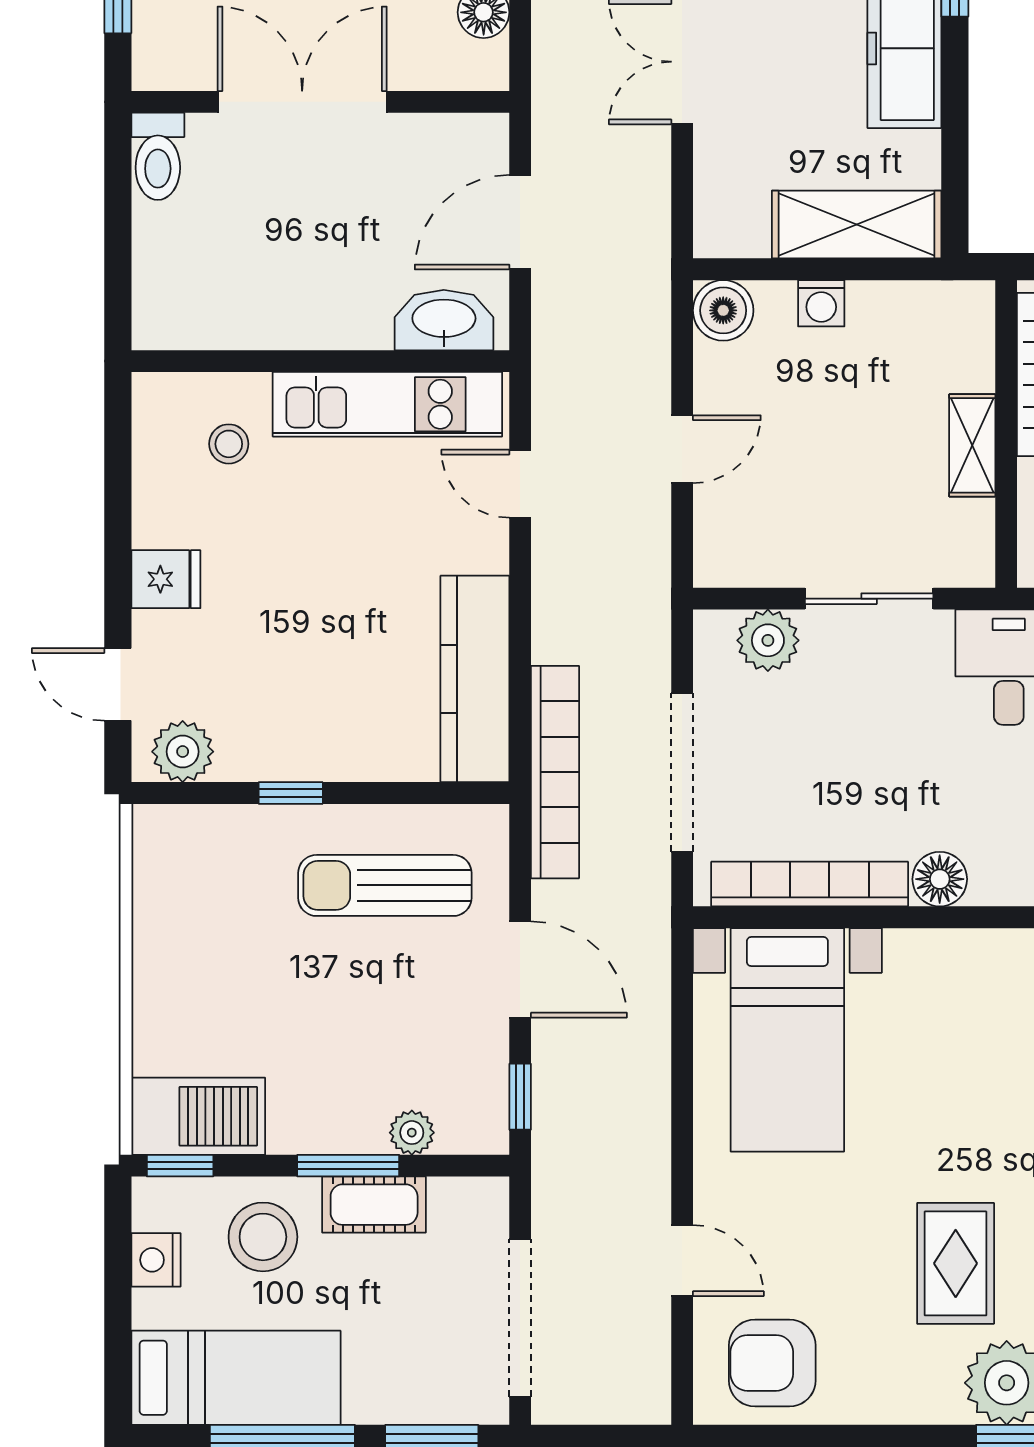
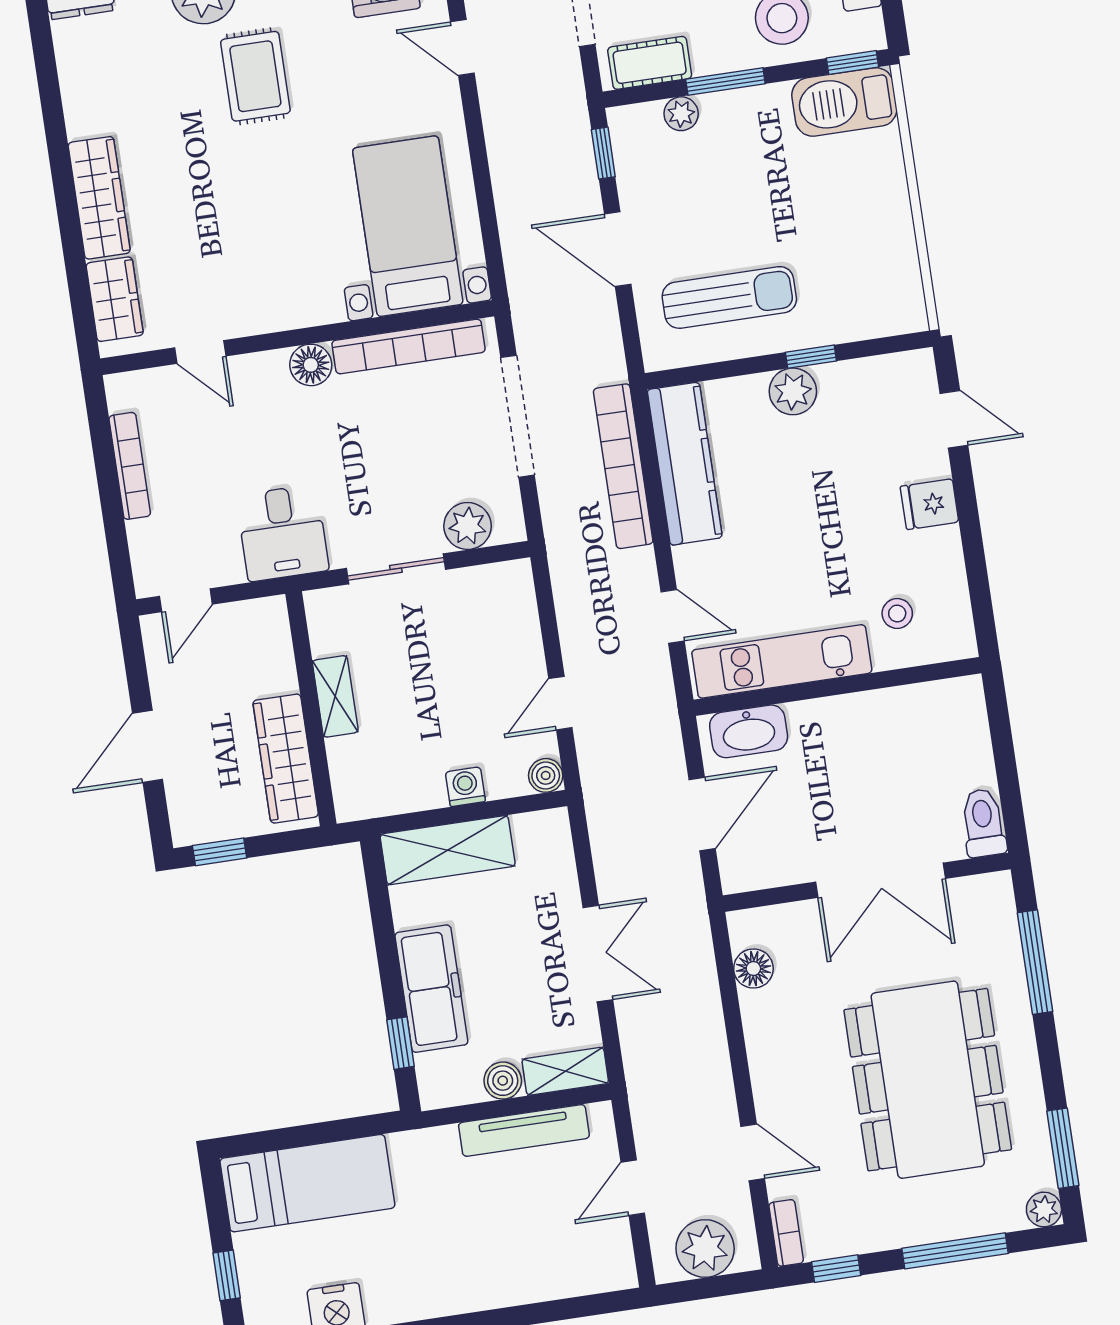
boiler: (723, 310) -> (546, 775), width x0.73, depth x0.73
door: (682, 449) -> (560, 703), moved
plant: (183, 752) -> (793, 391), moved
bookcase: (555, 772) -> (623, 466), moved
cot: (374, 1205) -> (650, 63), moved

